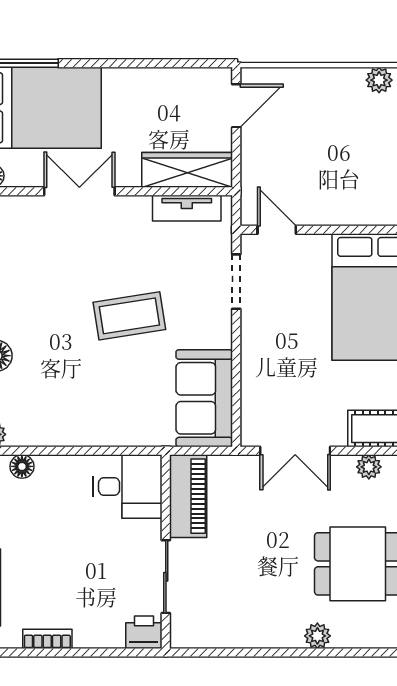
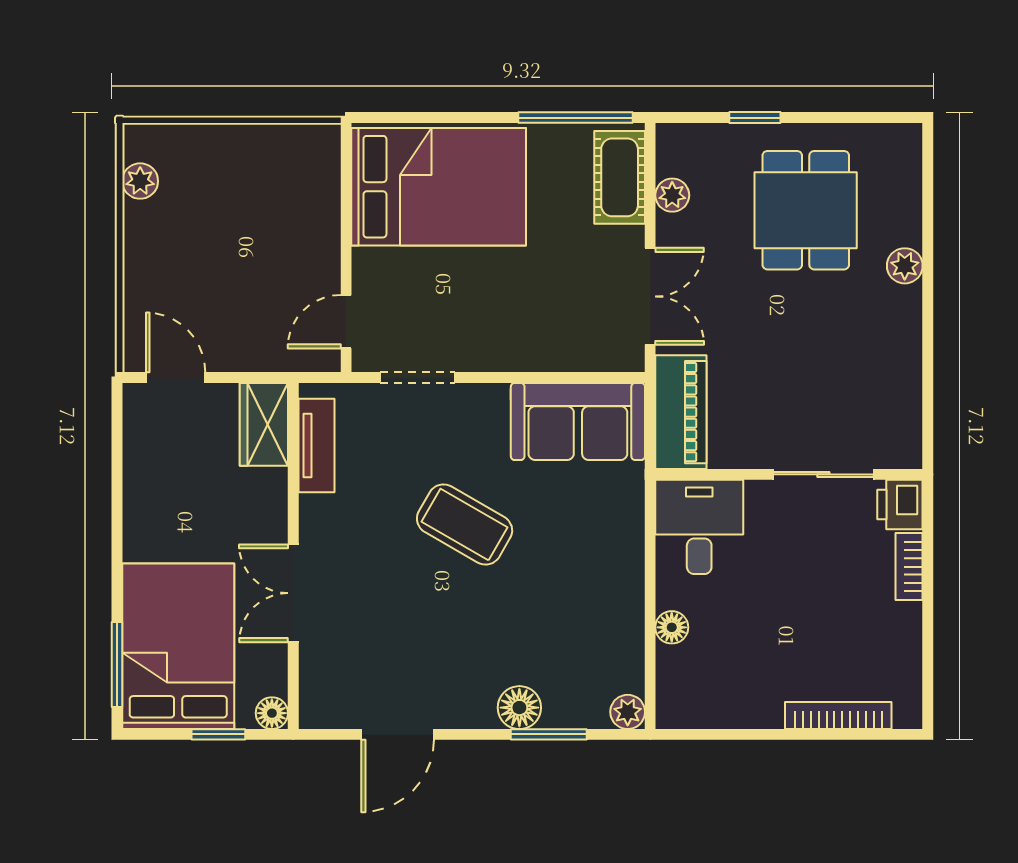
wardrobe: (187, 170) -> (264, 424), width x0.67
coffee table: (129, 316) -> (465, 524), turned -51
floor lamp: (22, 466) -> (672, 627), moved
piano: (188, 496) -> (681, 412), moved, turned 90
bookcase: (47, 639) -> (909, 567), moved

